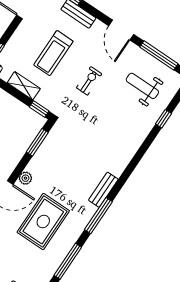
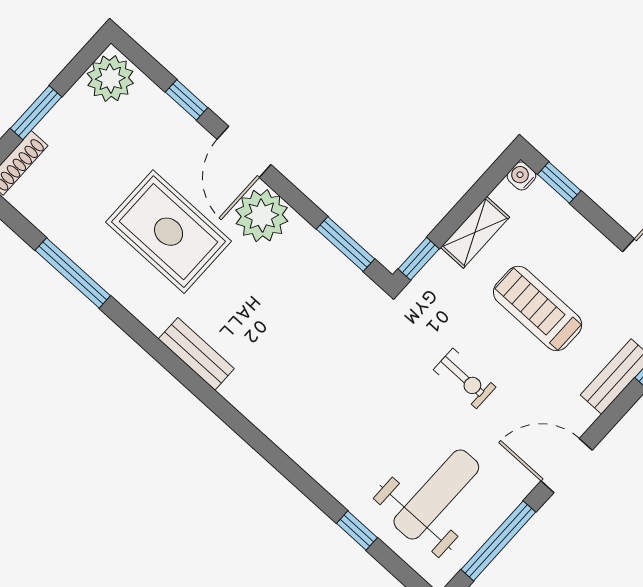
weight bench: (142, 86) -> (436, 495), width x1.36, depth x1.33
plant: (25, 178) -> (262, 216), width x1.88, depth x1.88
bench: (103, 190) -> (196, 354), moved
window: (98, 216) -> (164, 355), removed

